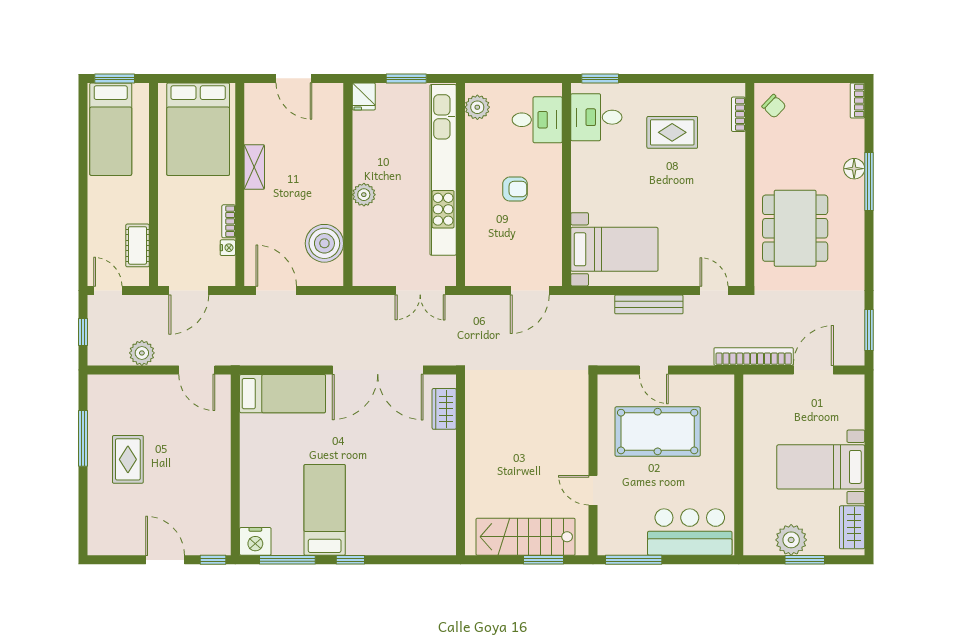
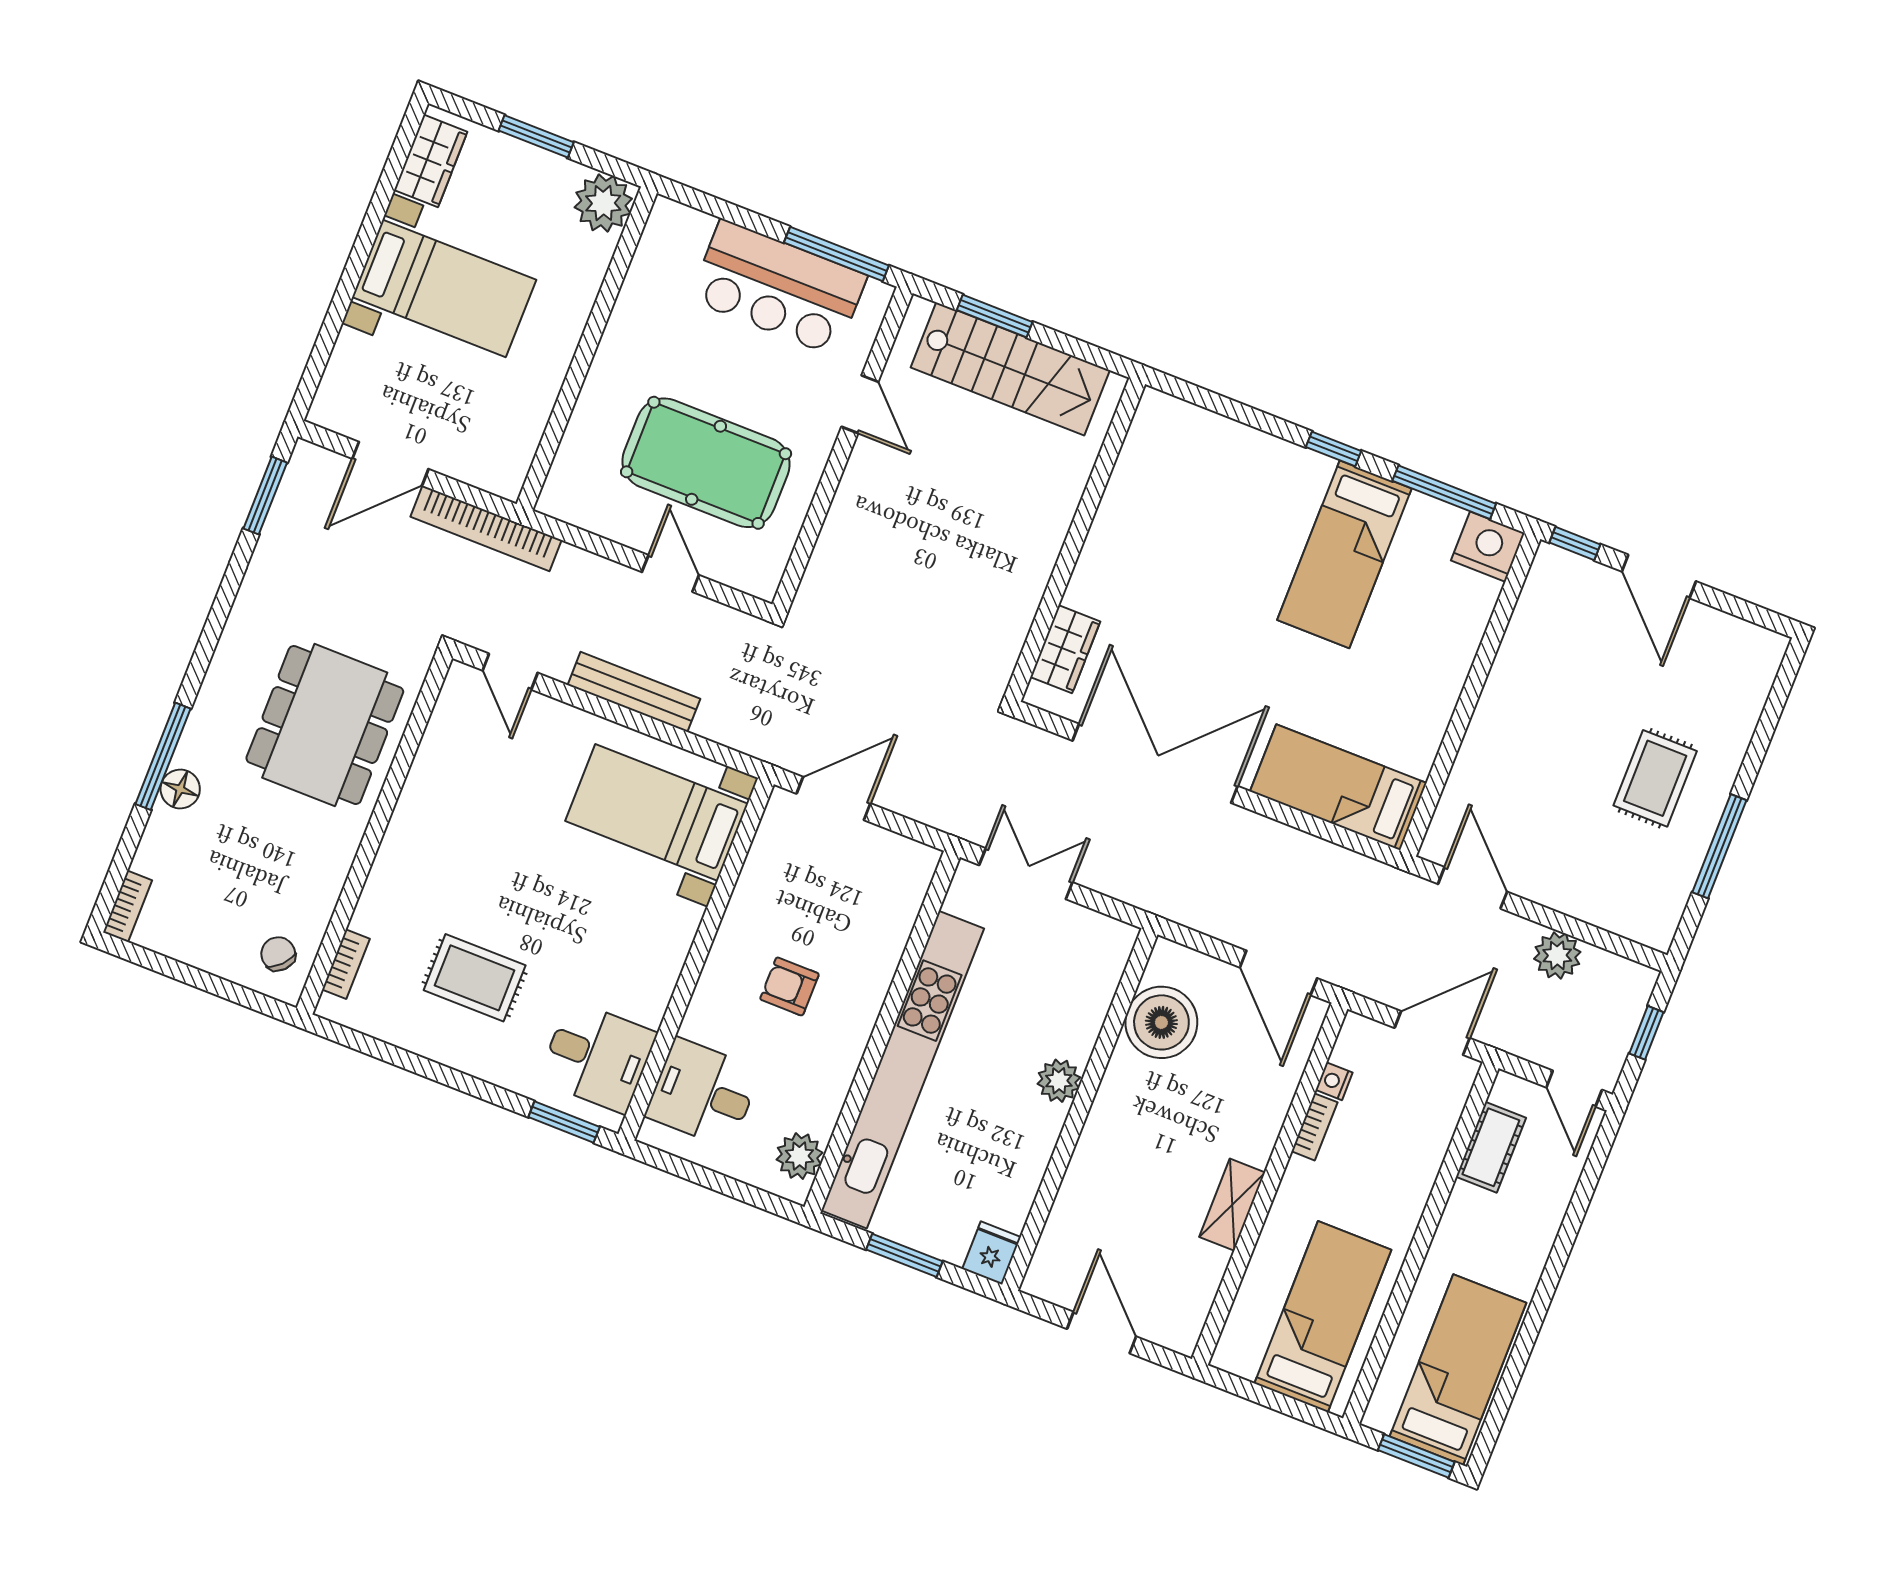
bed: (198, 129) -> (1323, 1317), width x0.67
bar counter: (690, 532) -> (778, 288), moved
plant: (791, 540) -> (603, 203), moved

